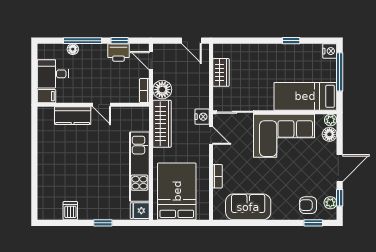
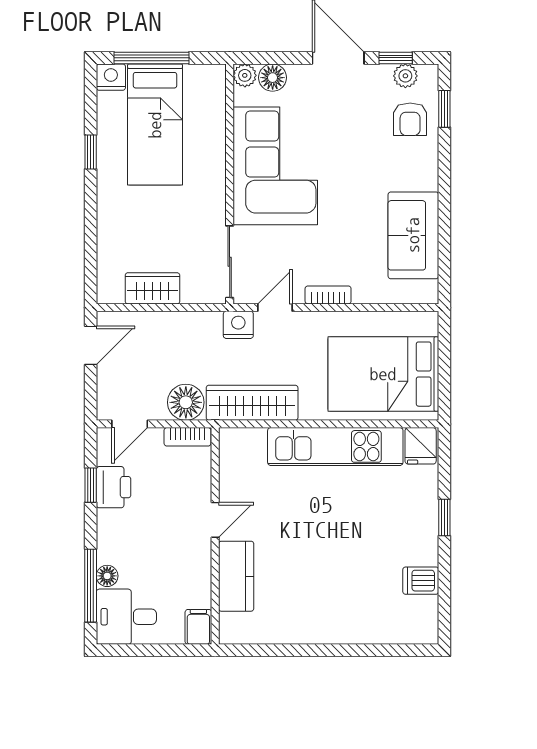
window: (82, 41) -> (91, 586), moved
desk: (53, 74) -> (126, 617), moved, turned 90
bed: (305, 96) -> (155, 125), moved
bookcase: (217, 176) -> (328, 295), moved

